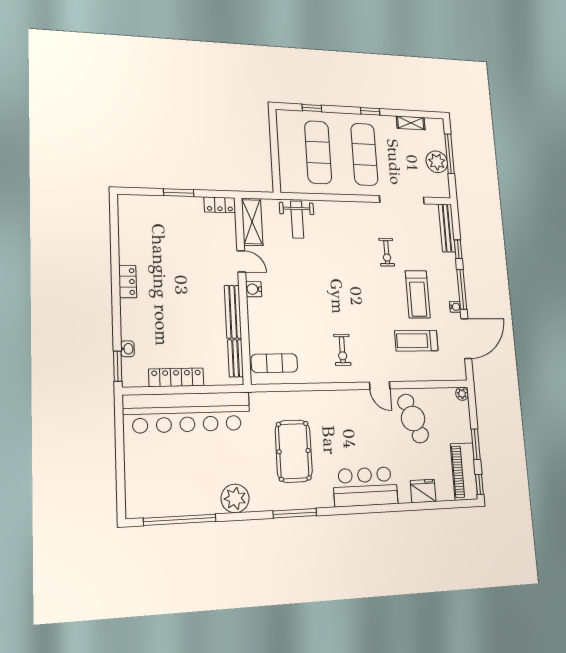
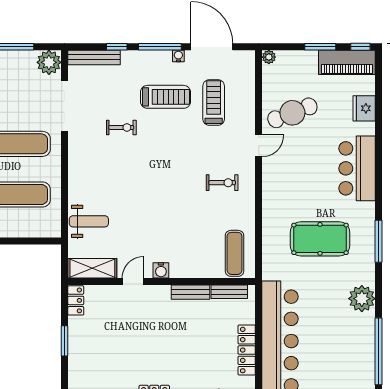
plant: (437, 162) -> (49, 62), moved
bench: (233, 312) -> (191, 292), width x0.73
treadmill: (416, 341) -> (214, 103), turned 180

